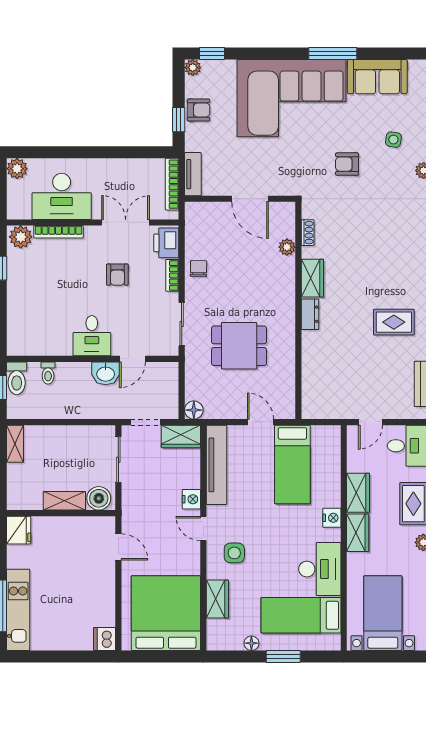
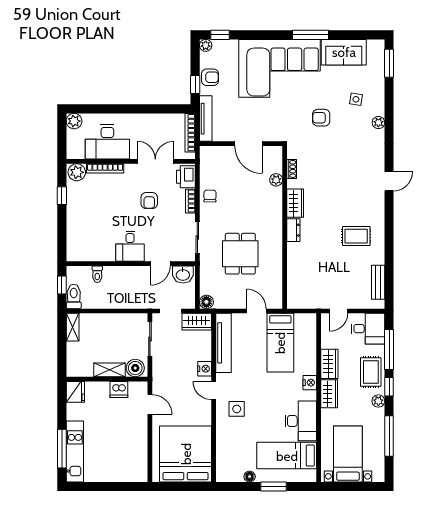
tv unit: (193, 174) -> (206, 119), width x1.41
dining table: (239, 346) -> (240, 254), turned 90
washbasin: (106, 373) -> (183, 274), moved
toilet: (17, 378) -> (74, 296), moved, turned 180
wardrobe: (217, 599) -> (224, 443), removed
dishwasher: (105, 639) -> (119, 389), moved, turned -90

